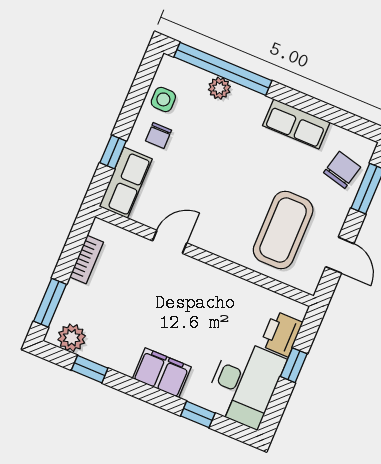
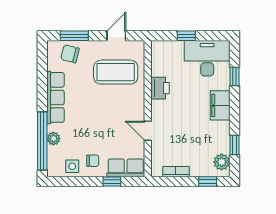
row of seats: (296, 124) -> (55, 97), width x1.48
window: (50, 303) -> (208, 182), width x0.67
printer: (281, 334) -> (160, 88), moved, turned -90

